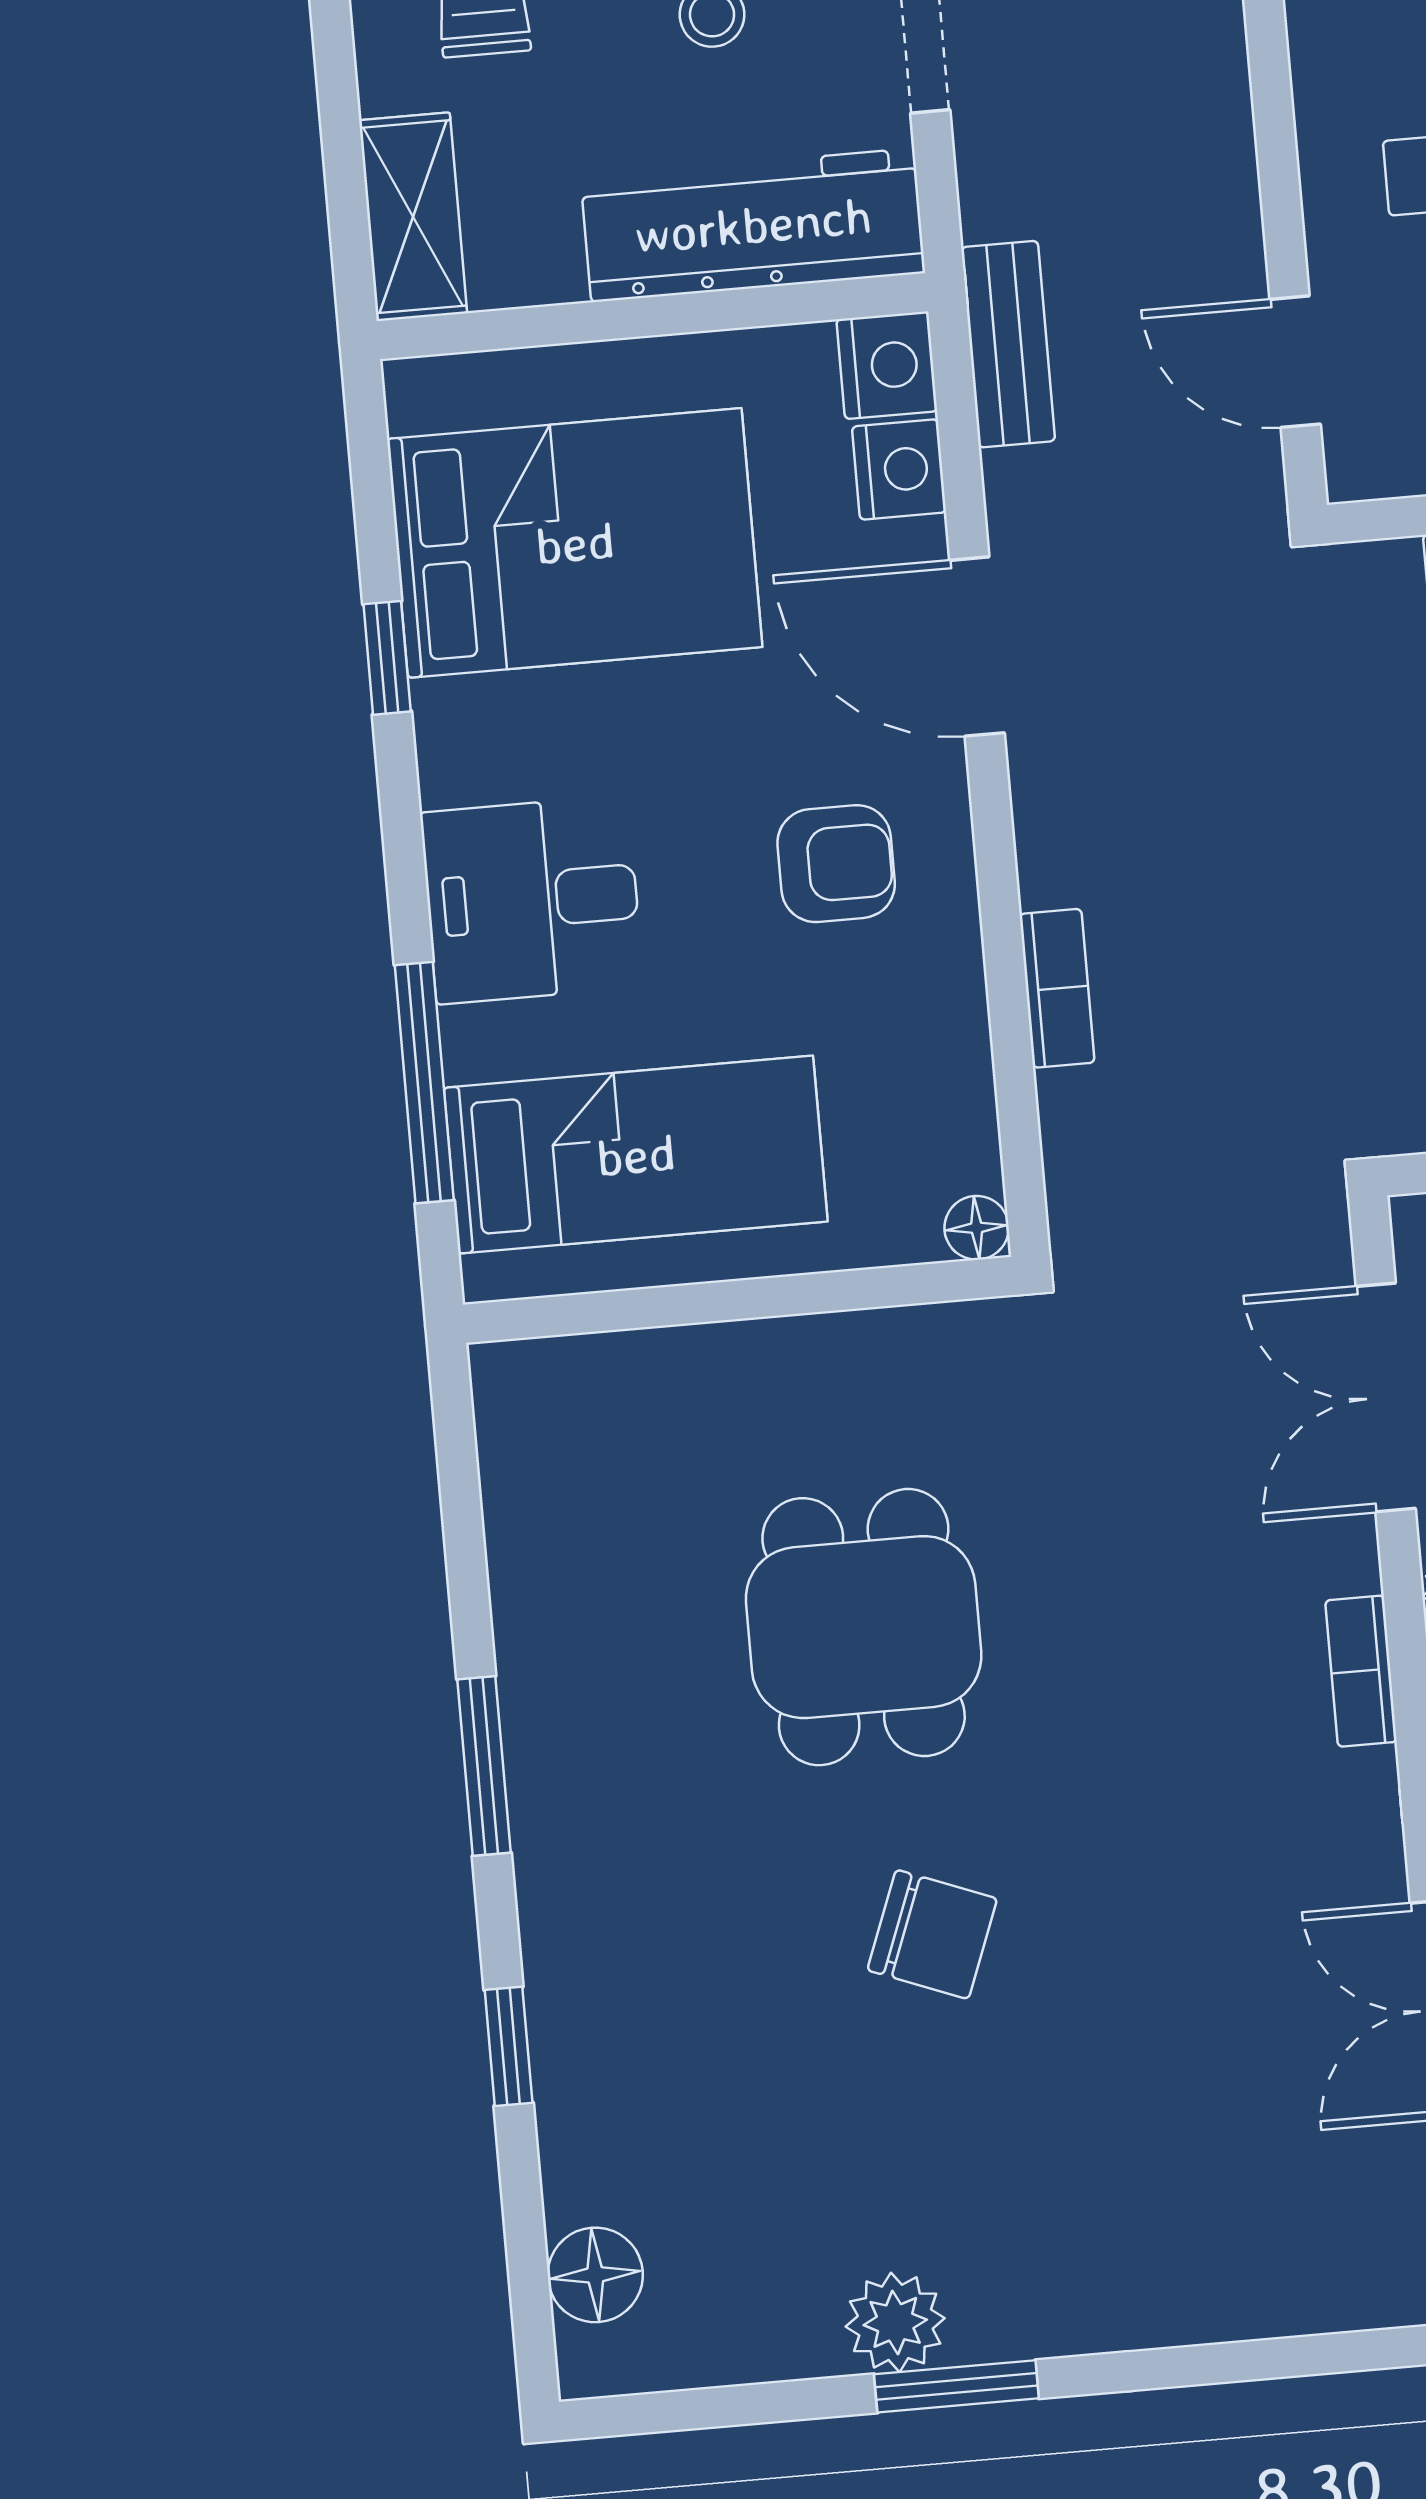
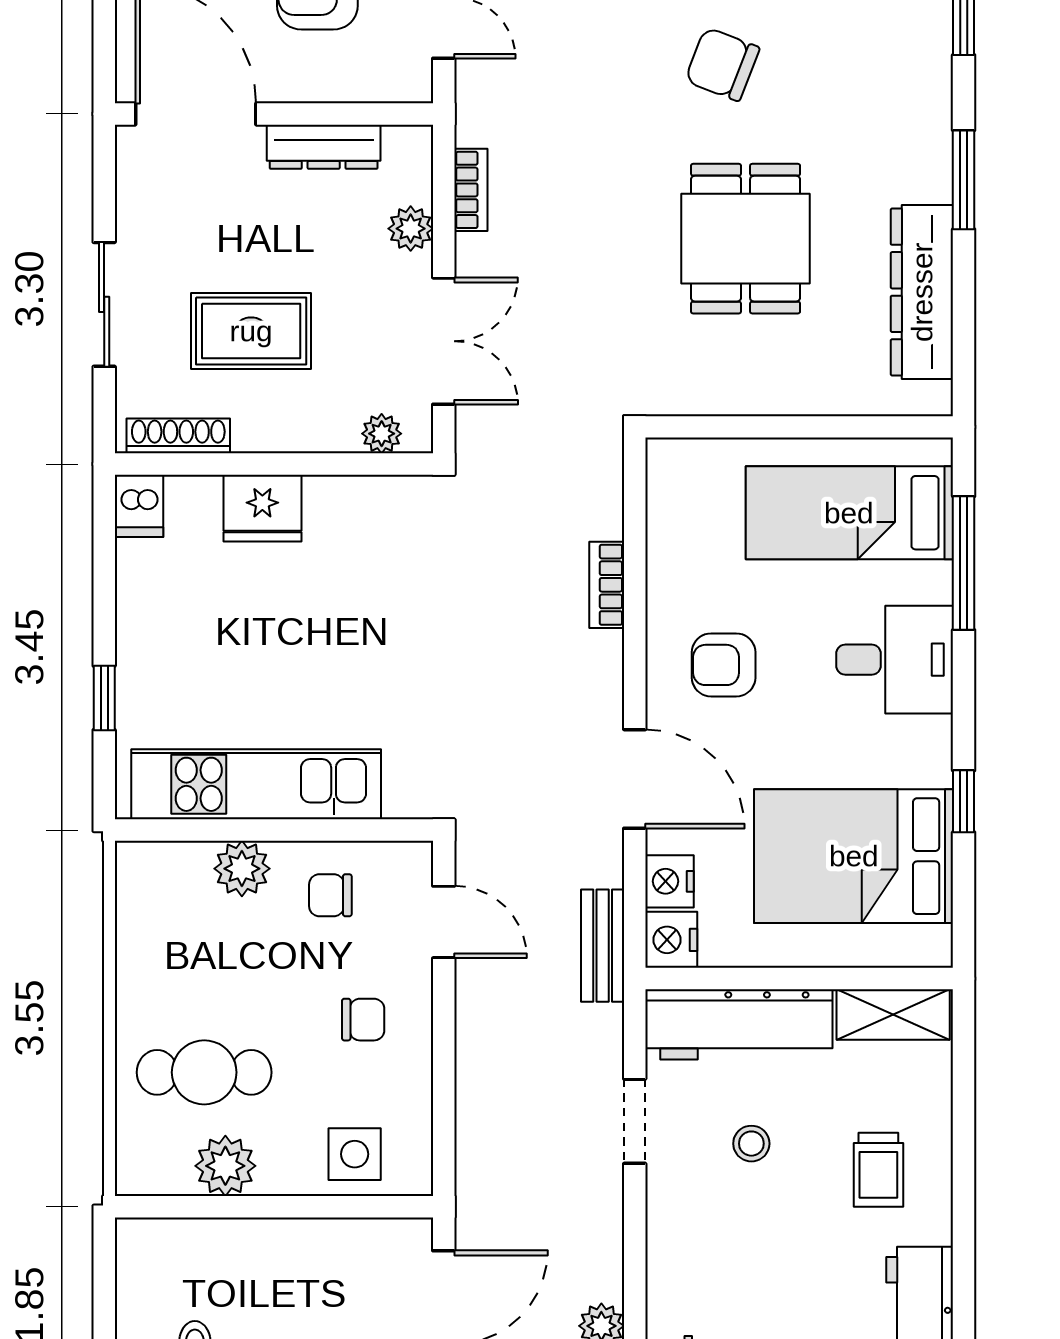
shelving: (413, 217) -> (893, 1015), moved, turned 90
floor lamp: (977, 1228) -> (663, 455), removed
dresser: (541, 1559) -> (922, 292), added

